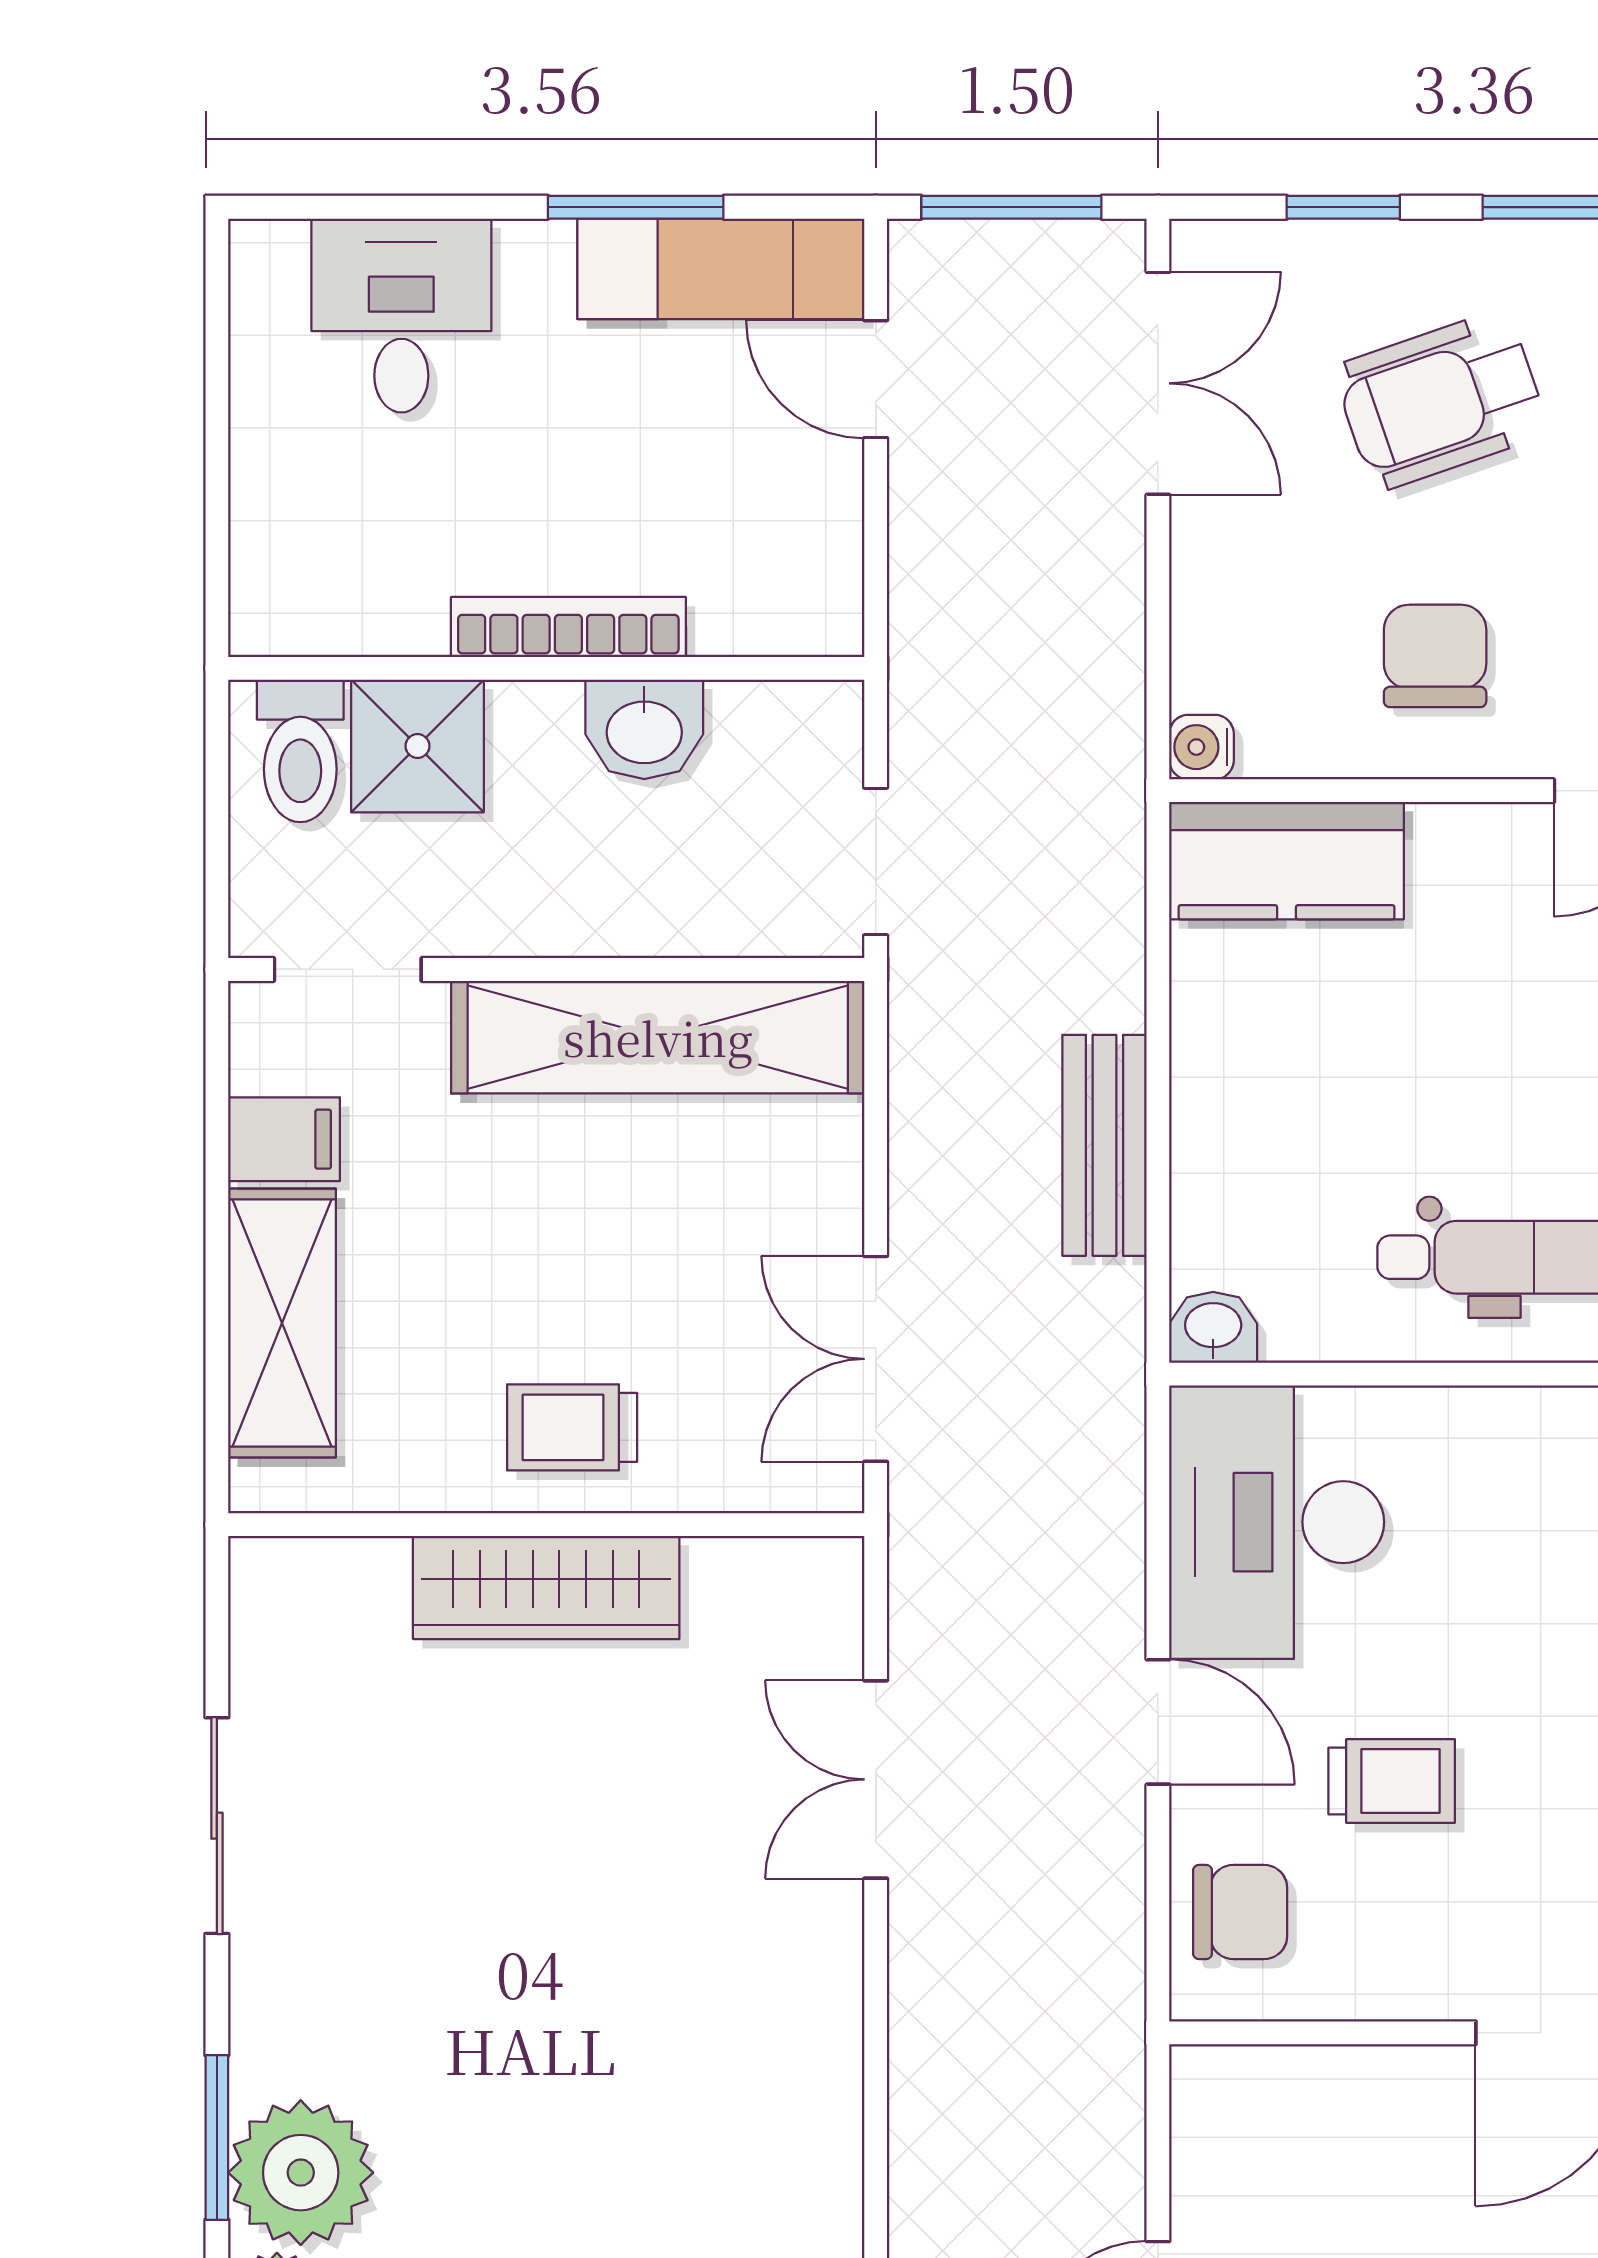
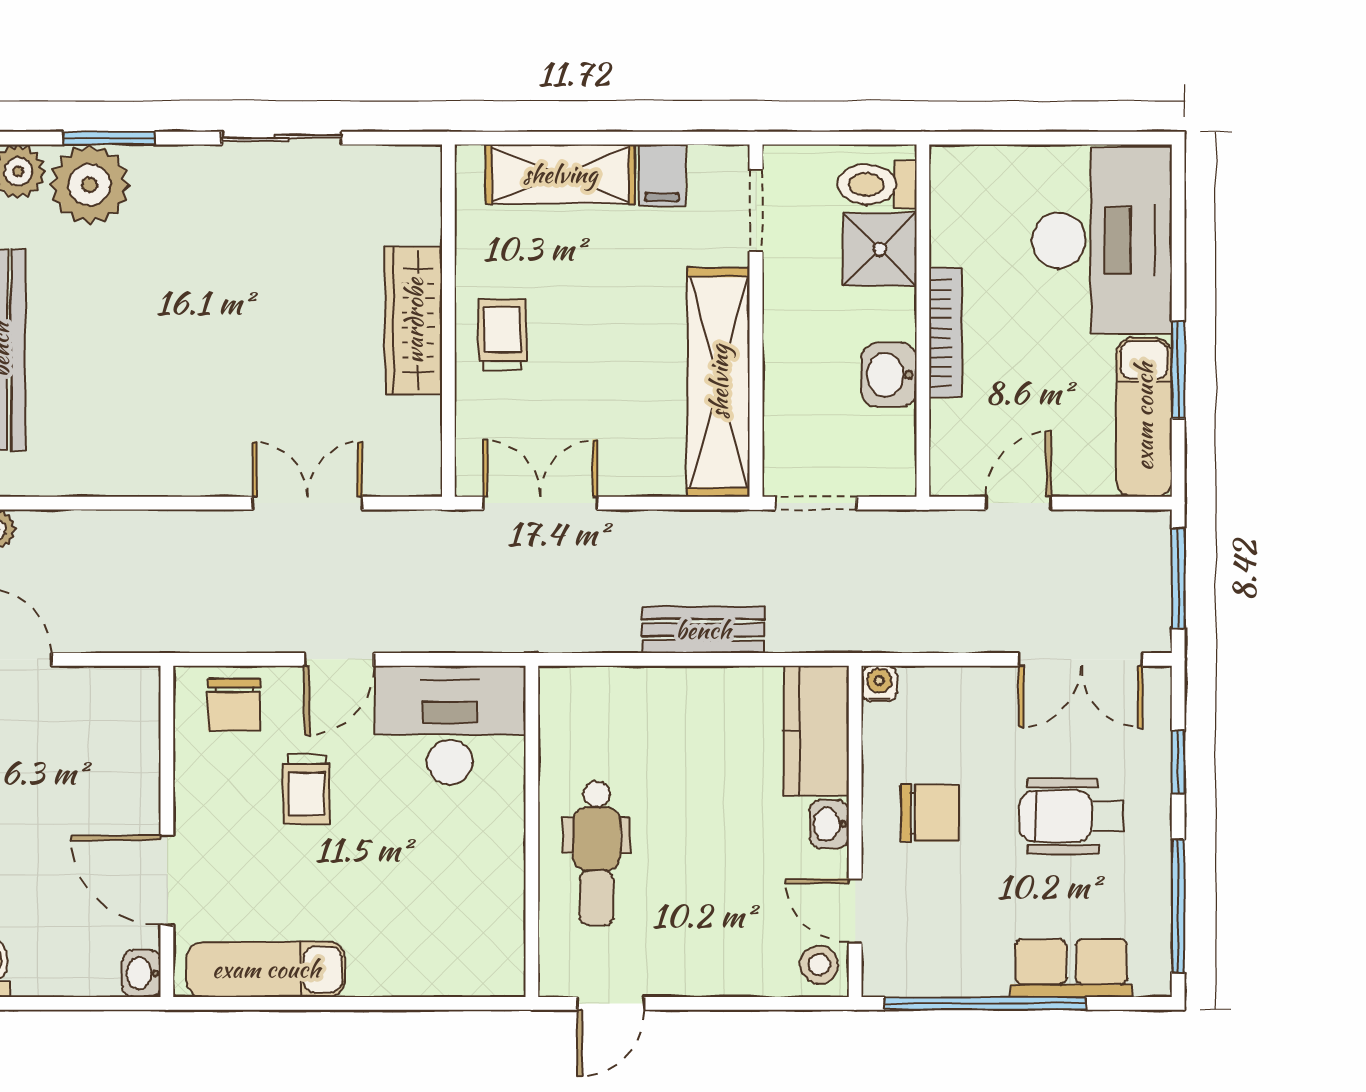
desk: (401, 316) -> (1102, 240), width x1.87, depth x1.30
door: (876, 379) -> (1018, 503), moved
wheelchair: (1441, 400) -> (1071, 816), turned -71
bench: (1104, 1145) -> (703, 630), moved
washbasin: (1213, 1327) -> (829, 824), moved, turned 180

